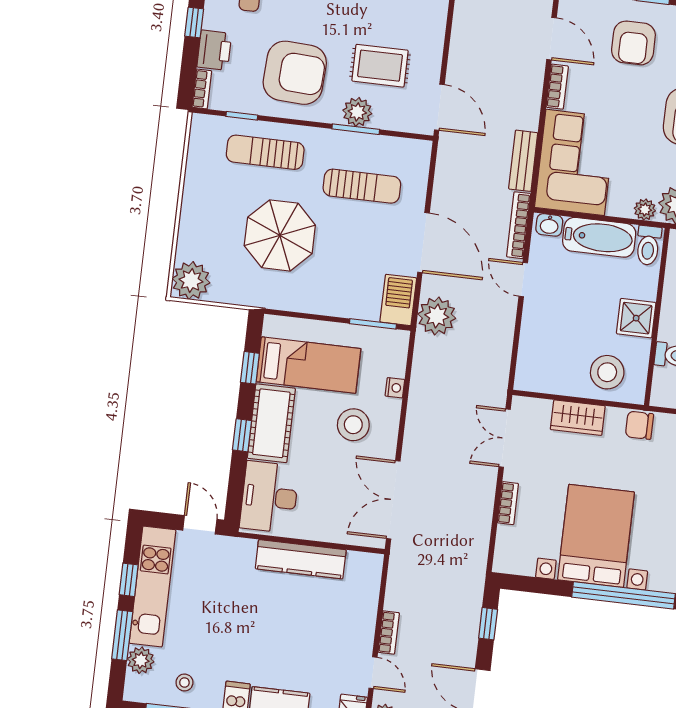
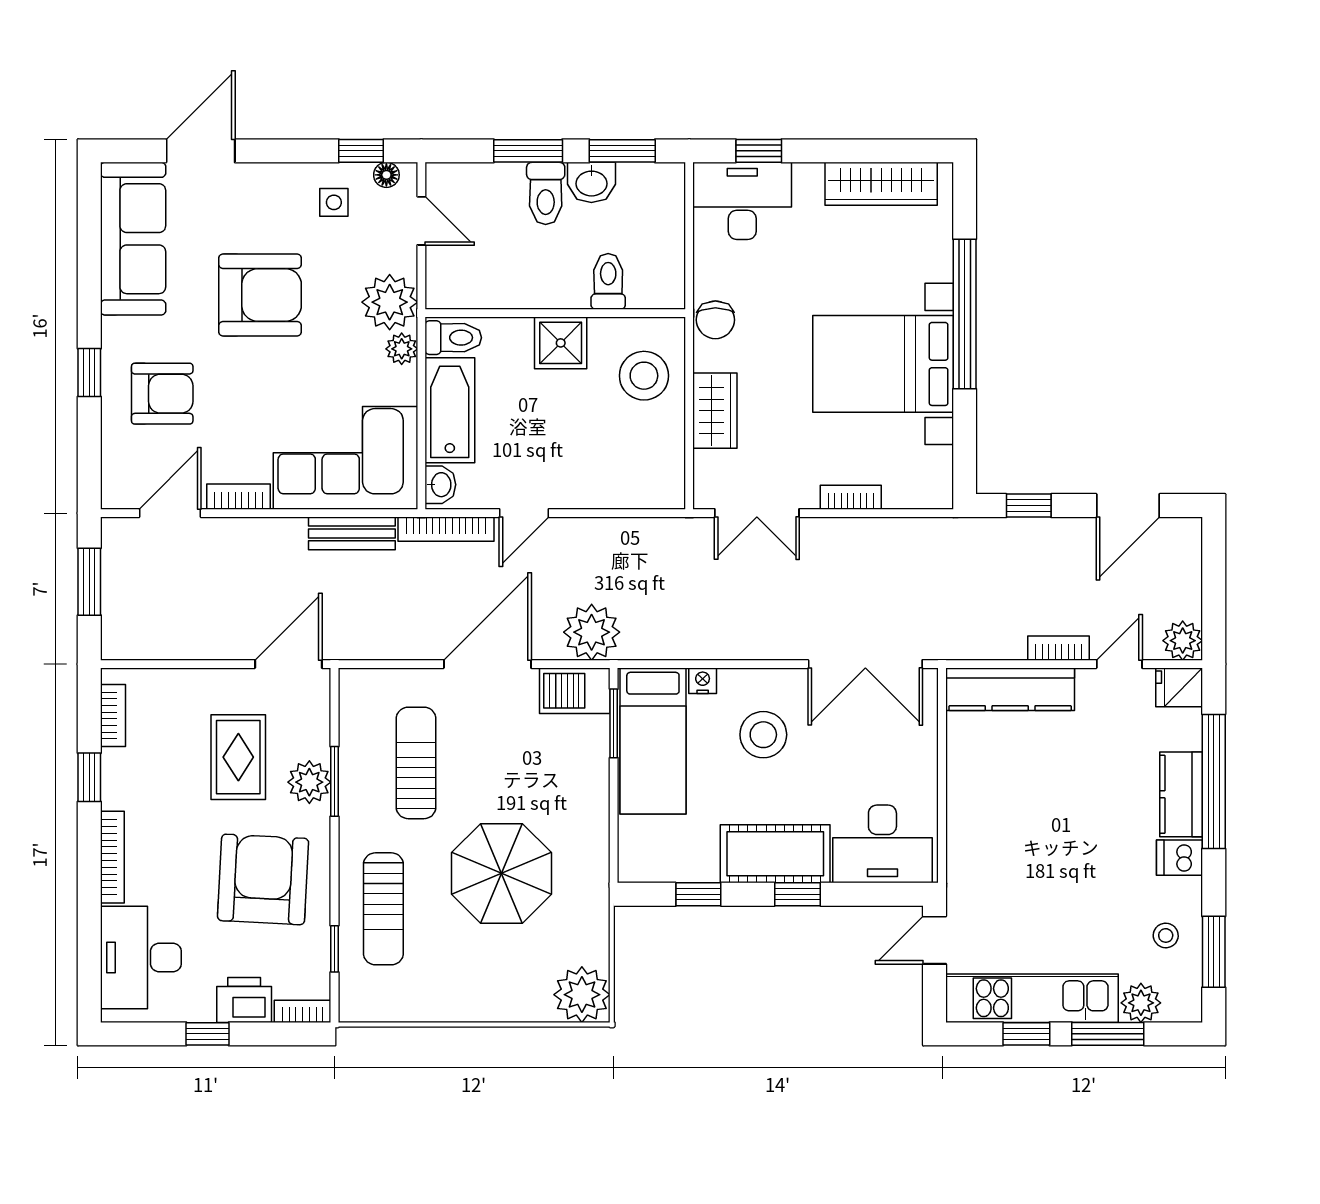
bed: (309, 365) -> (653, 741), moved, turned 180
kitchen counter: (301, 559) -> (1010, 689), moved, turned 90

